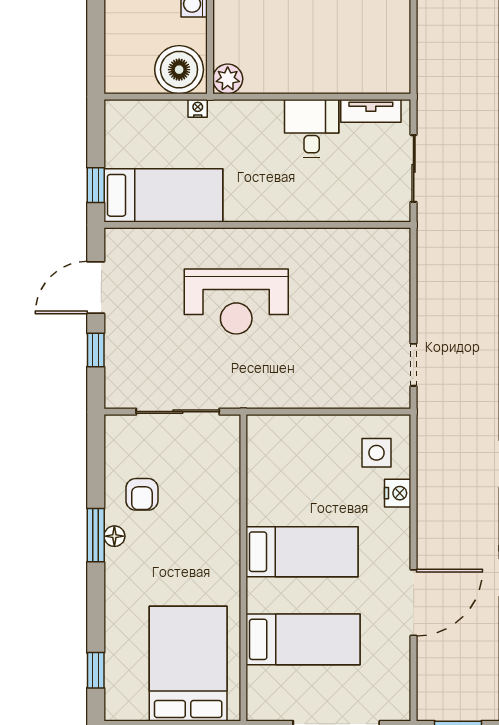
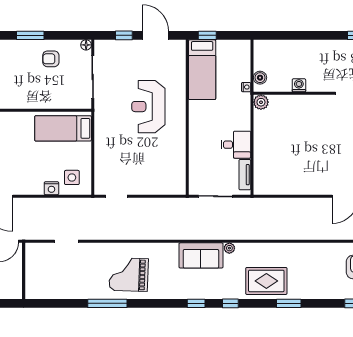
boiler: (179, 70) -> (260, 78), width x0.54, depth x0.54
floor lamp: (114, 536) -> (86, 45), moved
bed: (302, 552) -> (63, 128), moved, turned 90

